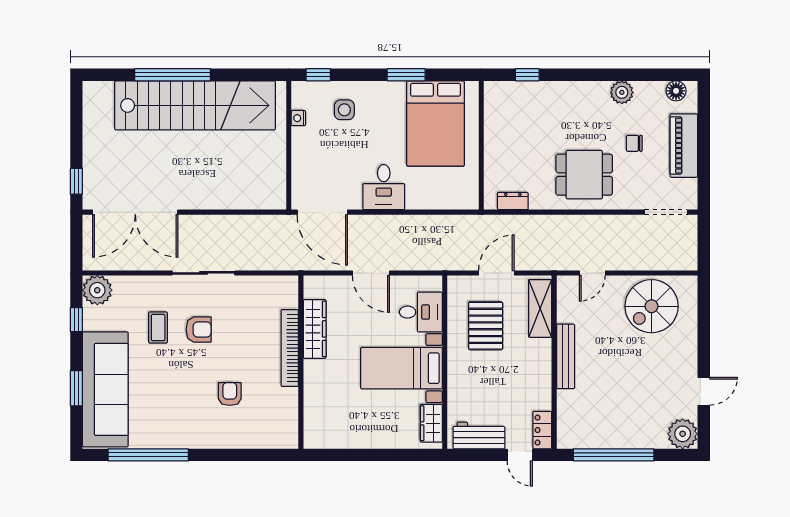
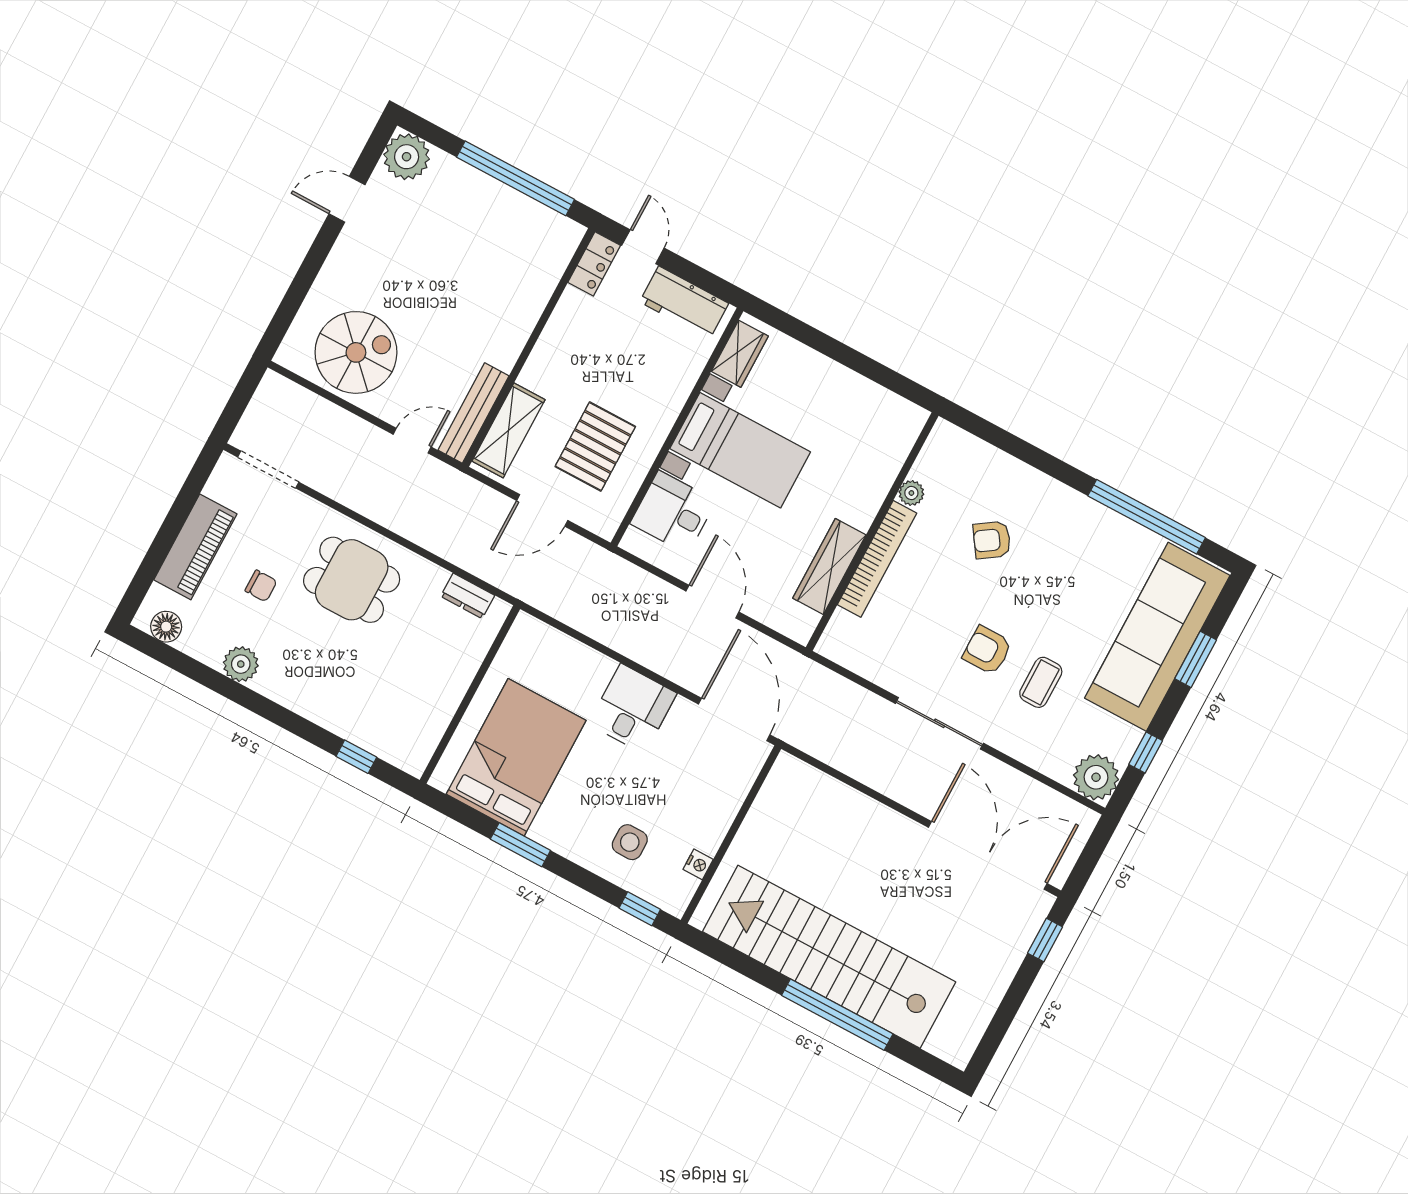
bench: (566, 356) -> (473, 413), moved
armchair: (230, 394) -> (992, 540), turned 56
plant: (290, 396) -> (911, 493), added

